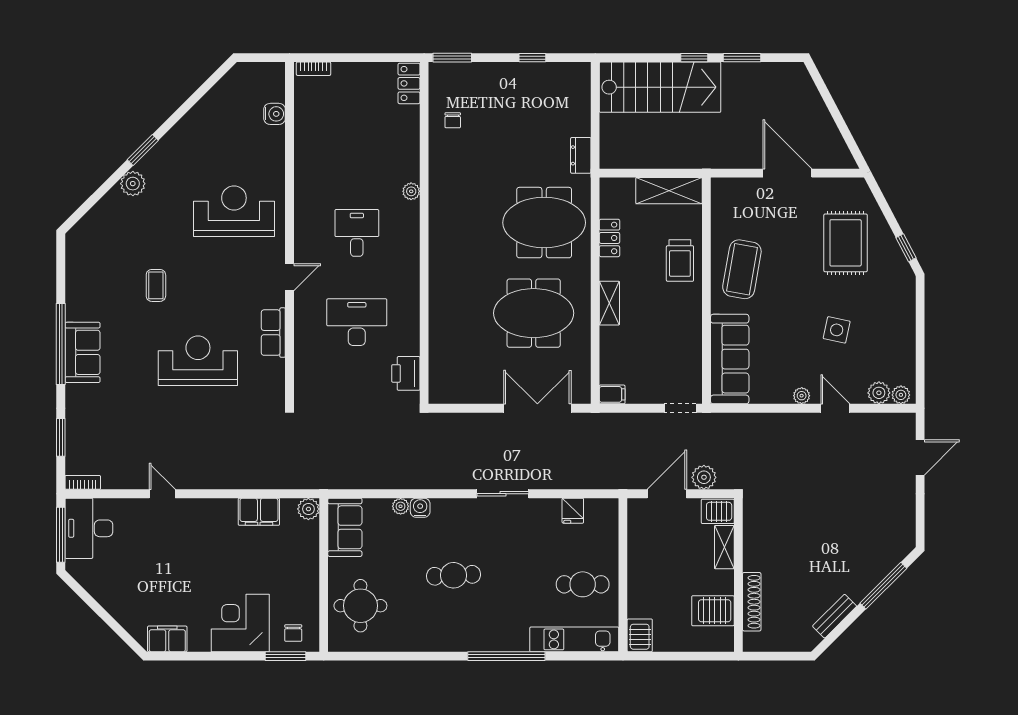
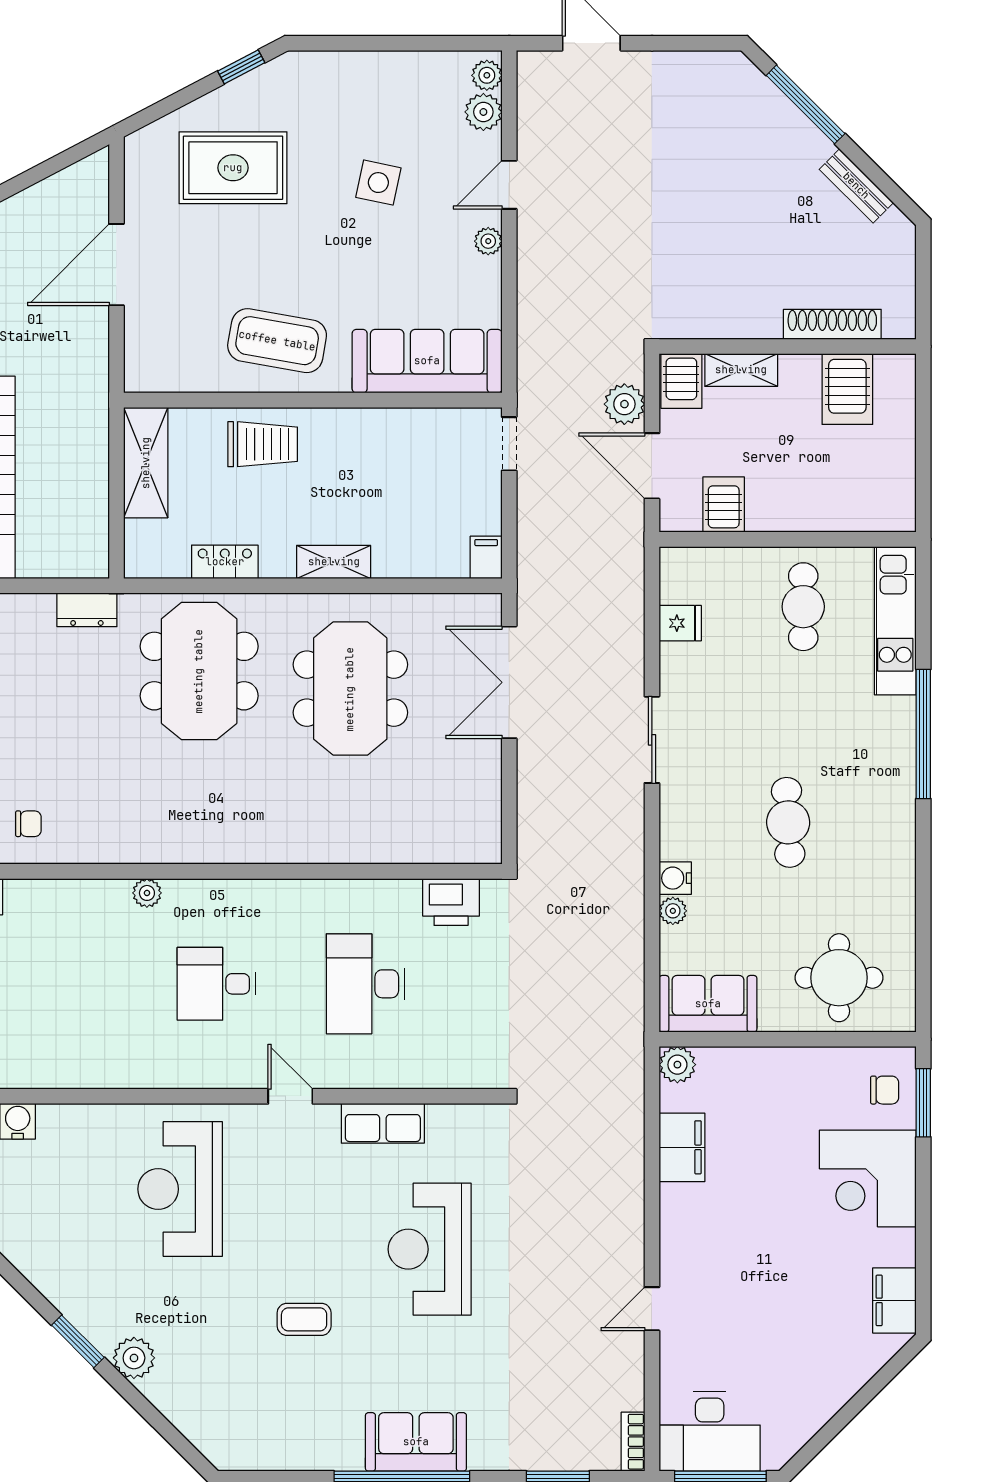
server rack: (640, 635) -> (724, 505), moved, turned 90

